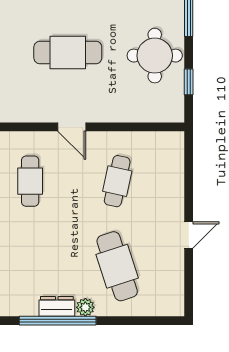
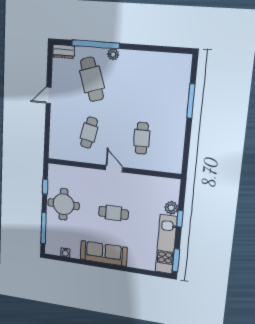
cafe table: (68, 52) -> (114, 213), width x0.73, depth x0.74
dresser: (57, 306) -> (63, 51), moved
window: (58, 321) -> (95, 44), moved

